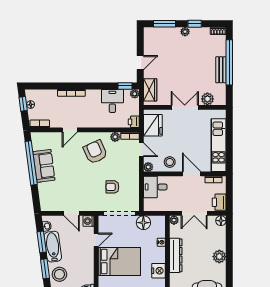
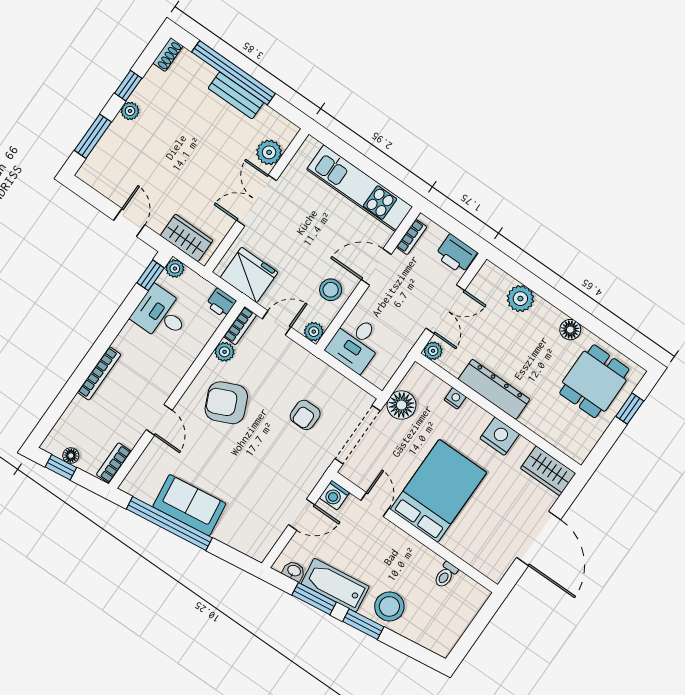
floor lamp: (221, 221) -> (570, 330), moved
plant: (219, 257) -> (520, 299), moved

